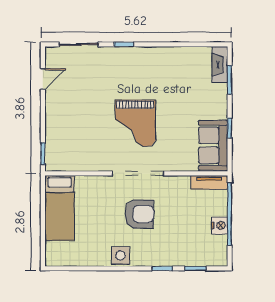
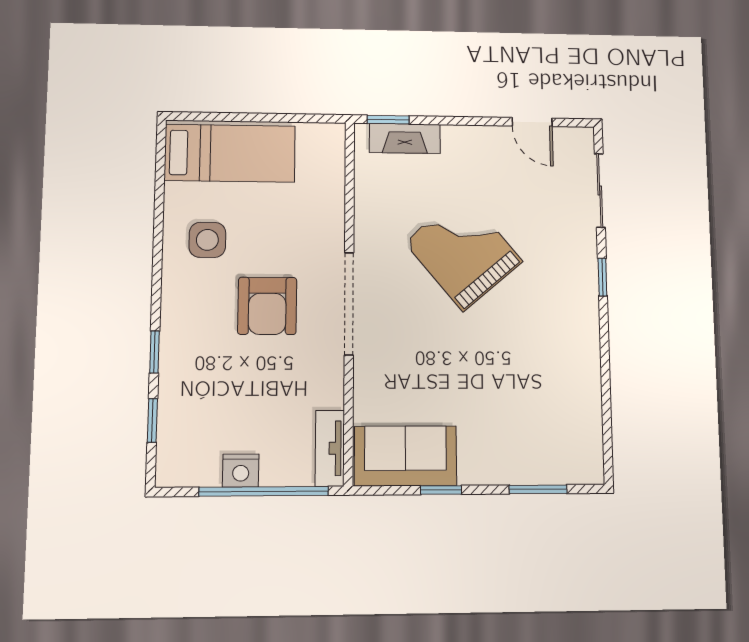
fireplace: (220, 65) -> (405, 138), moved, turned 180
grand piano: (135, 123) -> (463, 252), moved, turned 50
bed: (60, 208) -> (230, 153), moved, turned 180
side table: (121, 256) -> (207, 240), moved

